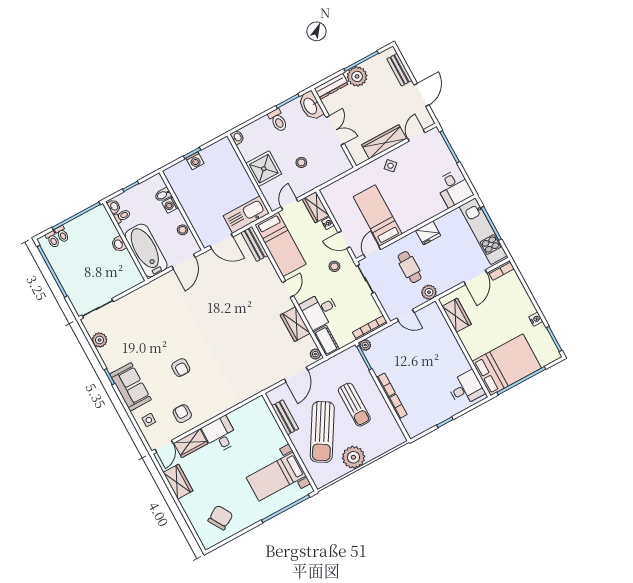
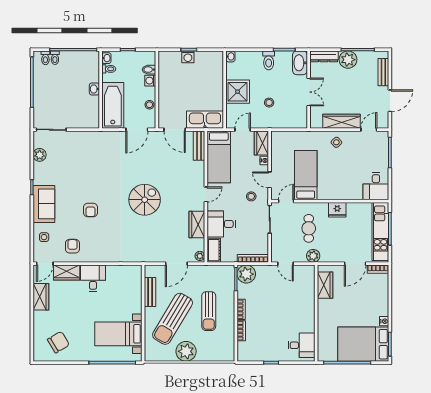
spiral stairs: (229, 328) -> (145, 200), added
plant: (365, 345) -> (246, 274), width x1.87, depth x1.87
bed: (507, 365) -> (363, 344), moved, turned 180

